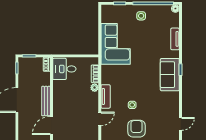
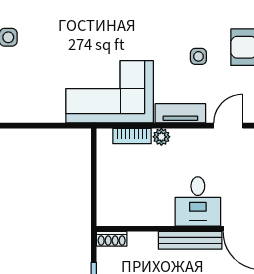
corner sofa: (116, 44) -> (110, 92), moved
desk: (64, 69) -> (198, 201), moved
door: (100, 119) -> (228, 126), hinge flipped

